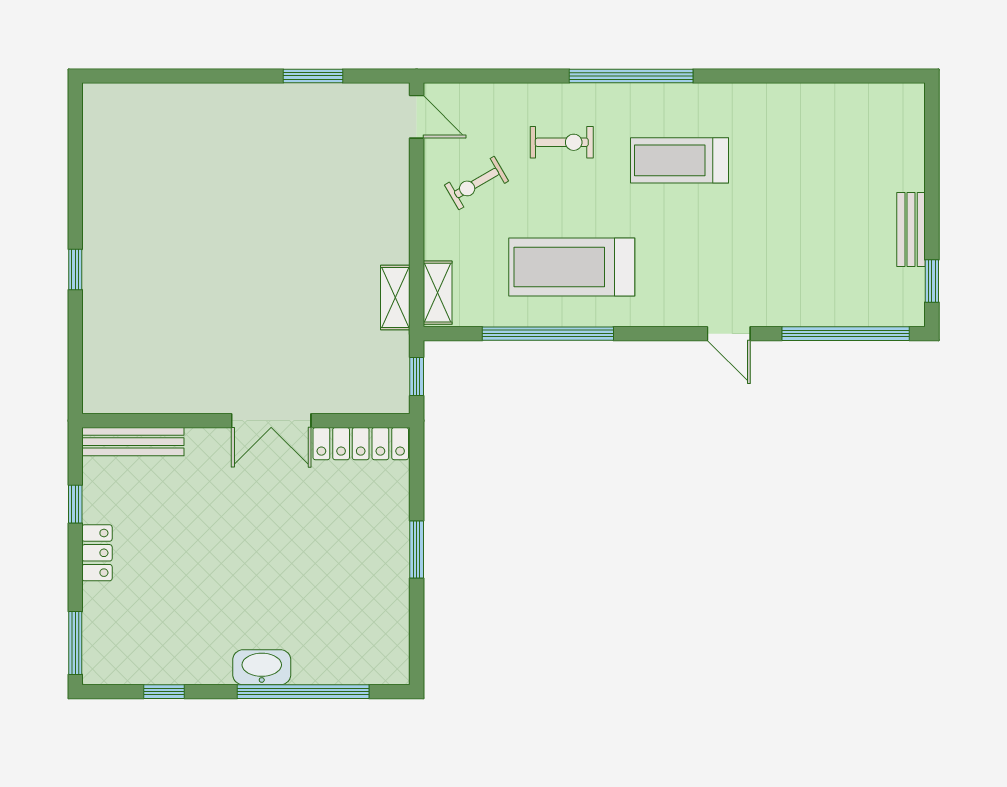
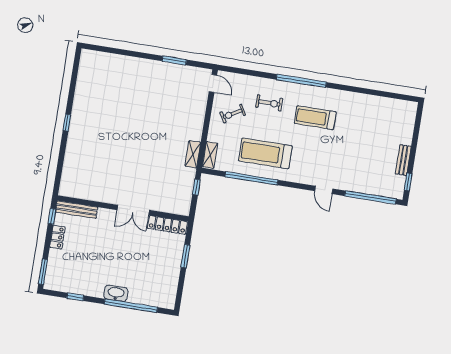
wall: (246, 421) -> (123, 209), moved
double door: (271, 421) -> (133, 210), moved
bench: (133, 442) -> (77, 210), moved
locker: (361, 444) -> (167, 225), moved

